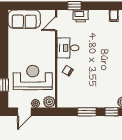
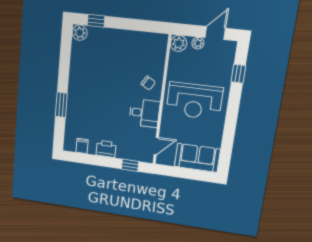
printer: (81, 16) -> (106, 149), moved
reception desk: (33, 77) -> (194, 101), moved
window: (87, 112) -> (129, 24), removed

